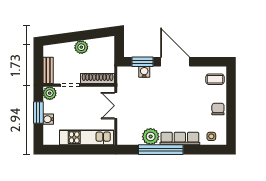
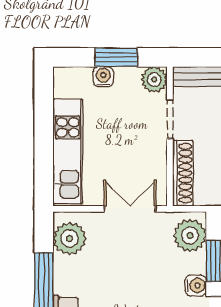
water cooler: (144, 72) -> (196, 285), moved
plant: (129, 75) -> (190, 235), added
plant: (151, 137) -> (69, 238), moved

